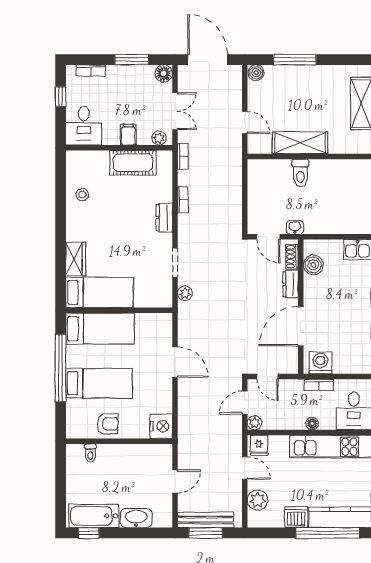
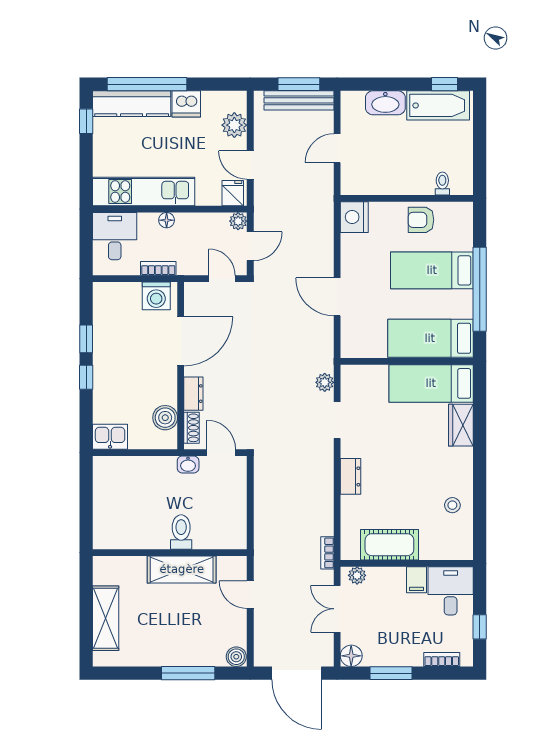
filing cabinet: (128, 135) -> (417, 580), moved
bookcase: (183, 200) -> (327, 499), removed

